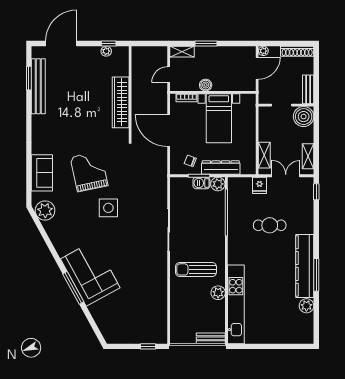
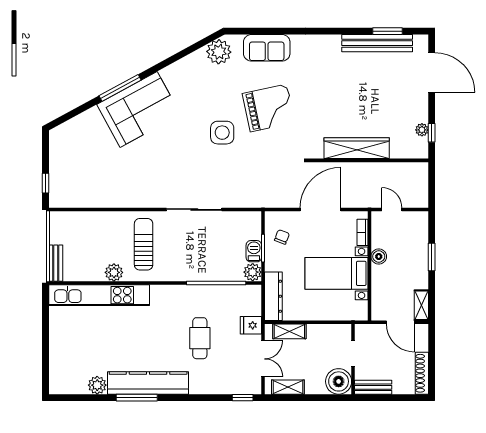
plant: (263, 51) -> (422, 330), removed
shelving: (182, 52) -> (421, 305), moved
dresser: (221, 168) -> (273, 296), moved

